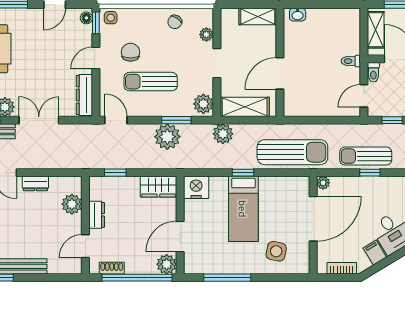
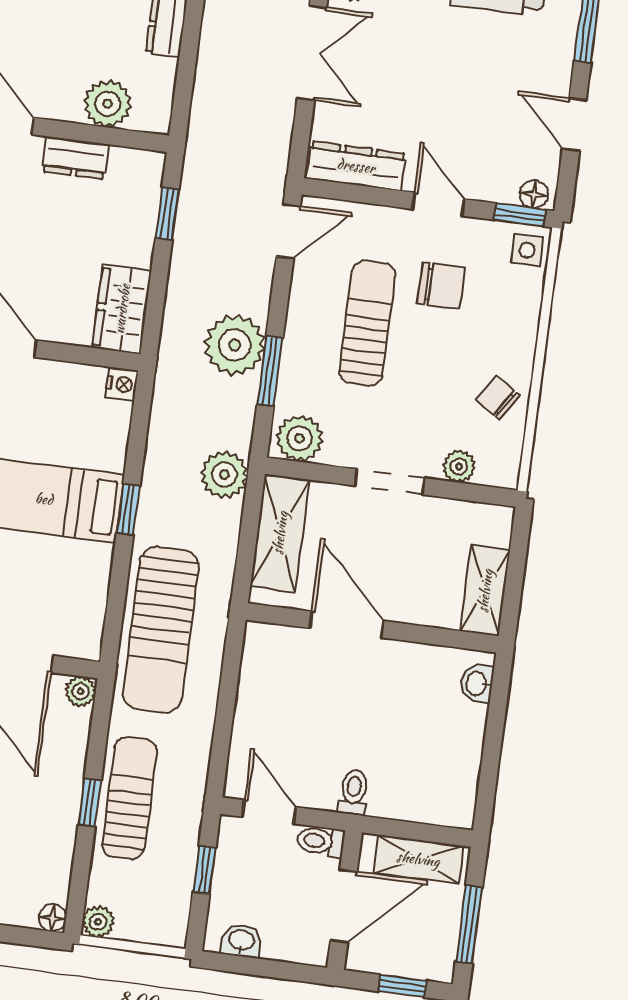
nightstand: (196, 187) -> (122, 384), width x0.53, depth x0.56

